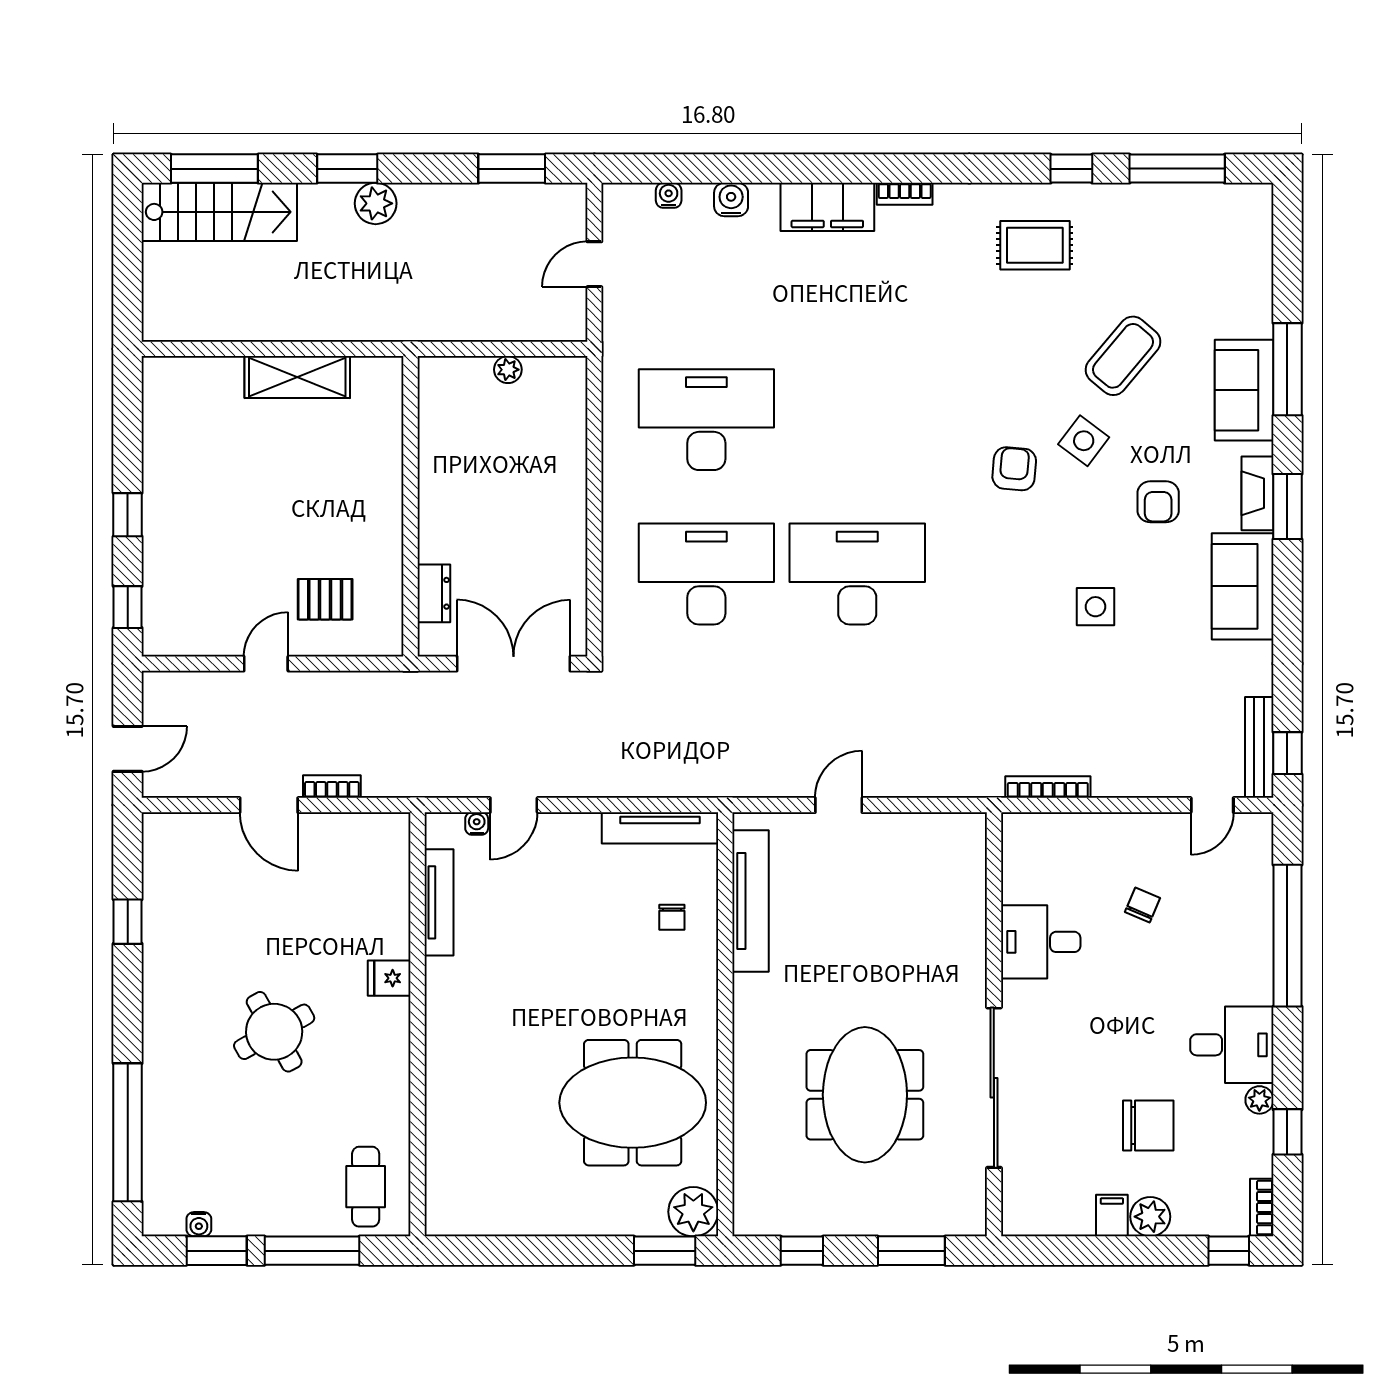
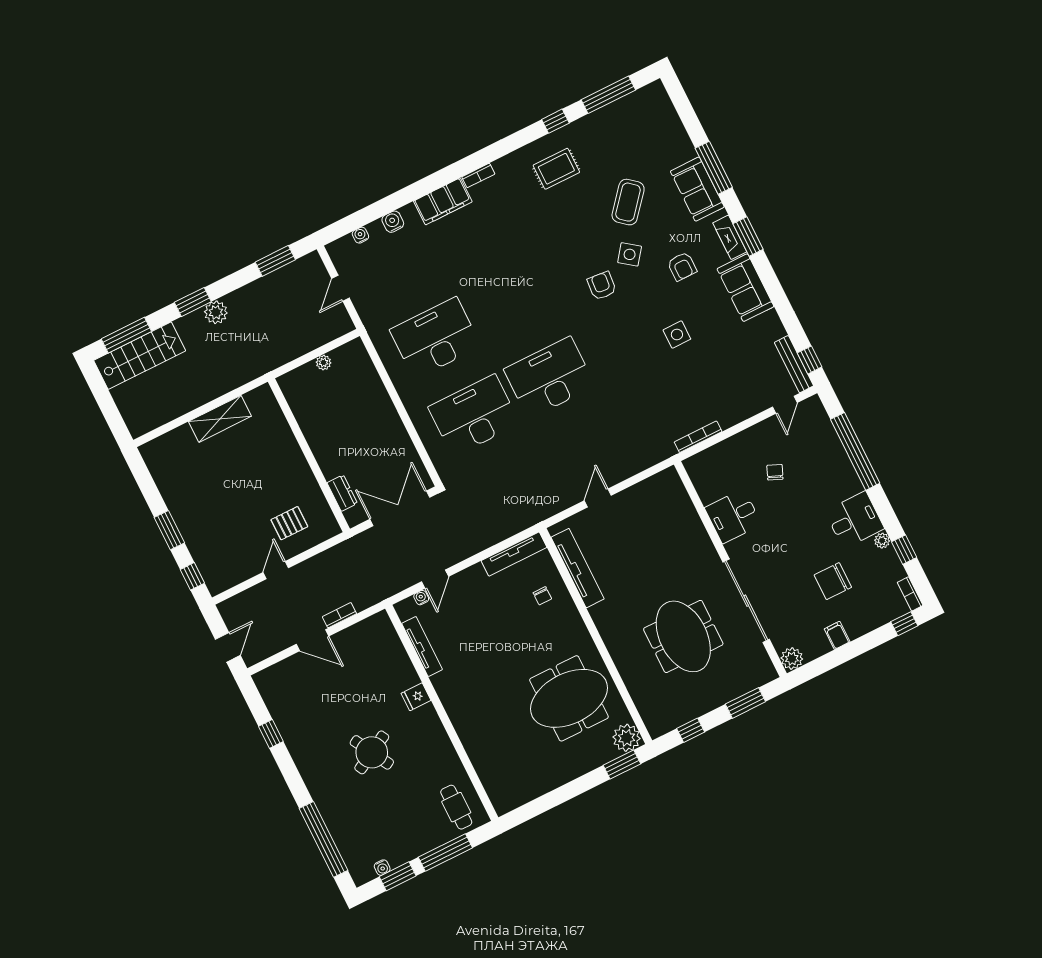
window: (128, 515) -> (169, 530), width x1.50
chair: (1148, 1126) -> (833, 581), turned 180
plant: (1150, 1217) -> (792, 659), moved

